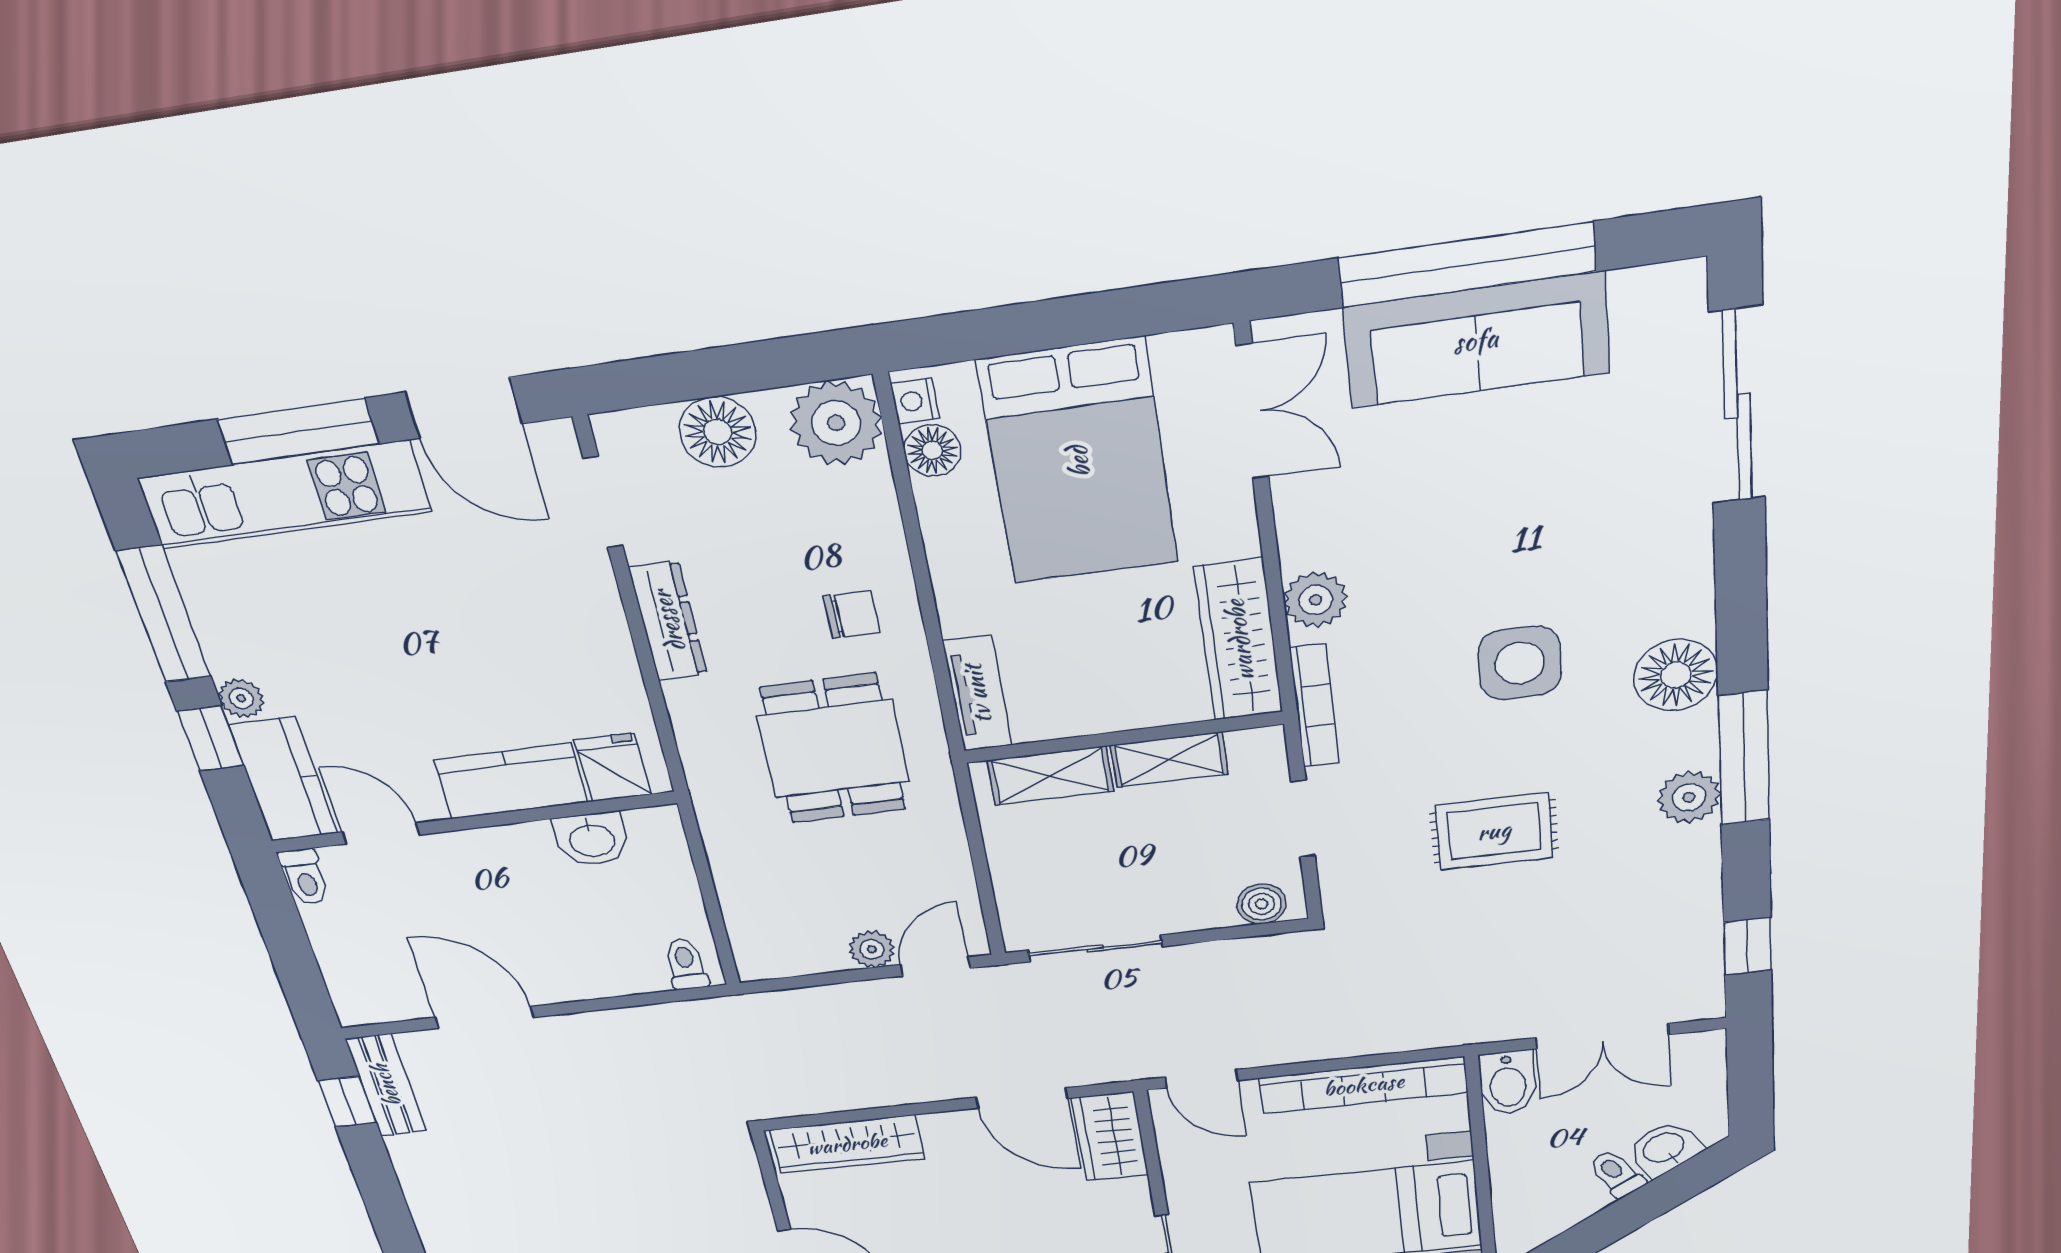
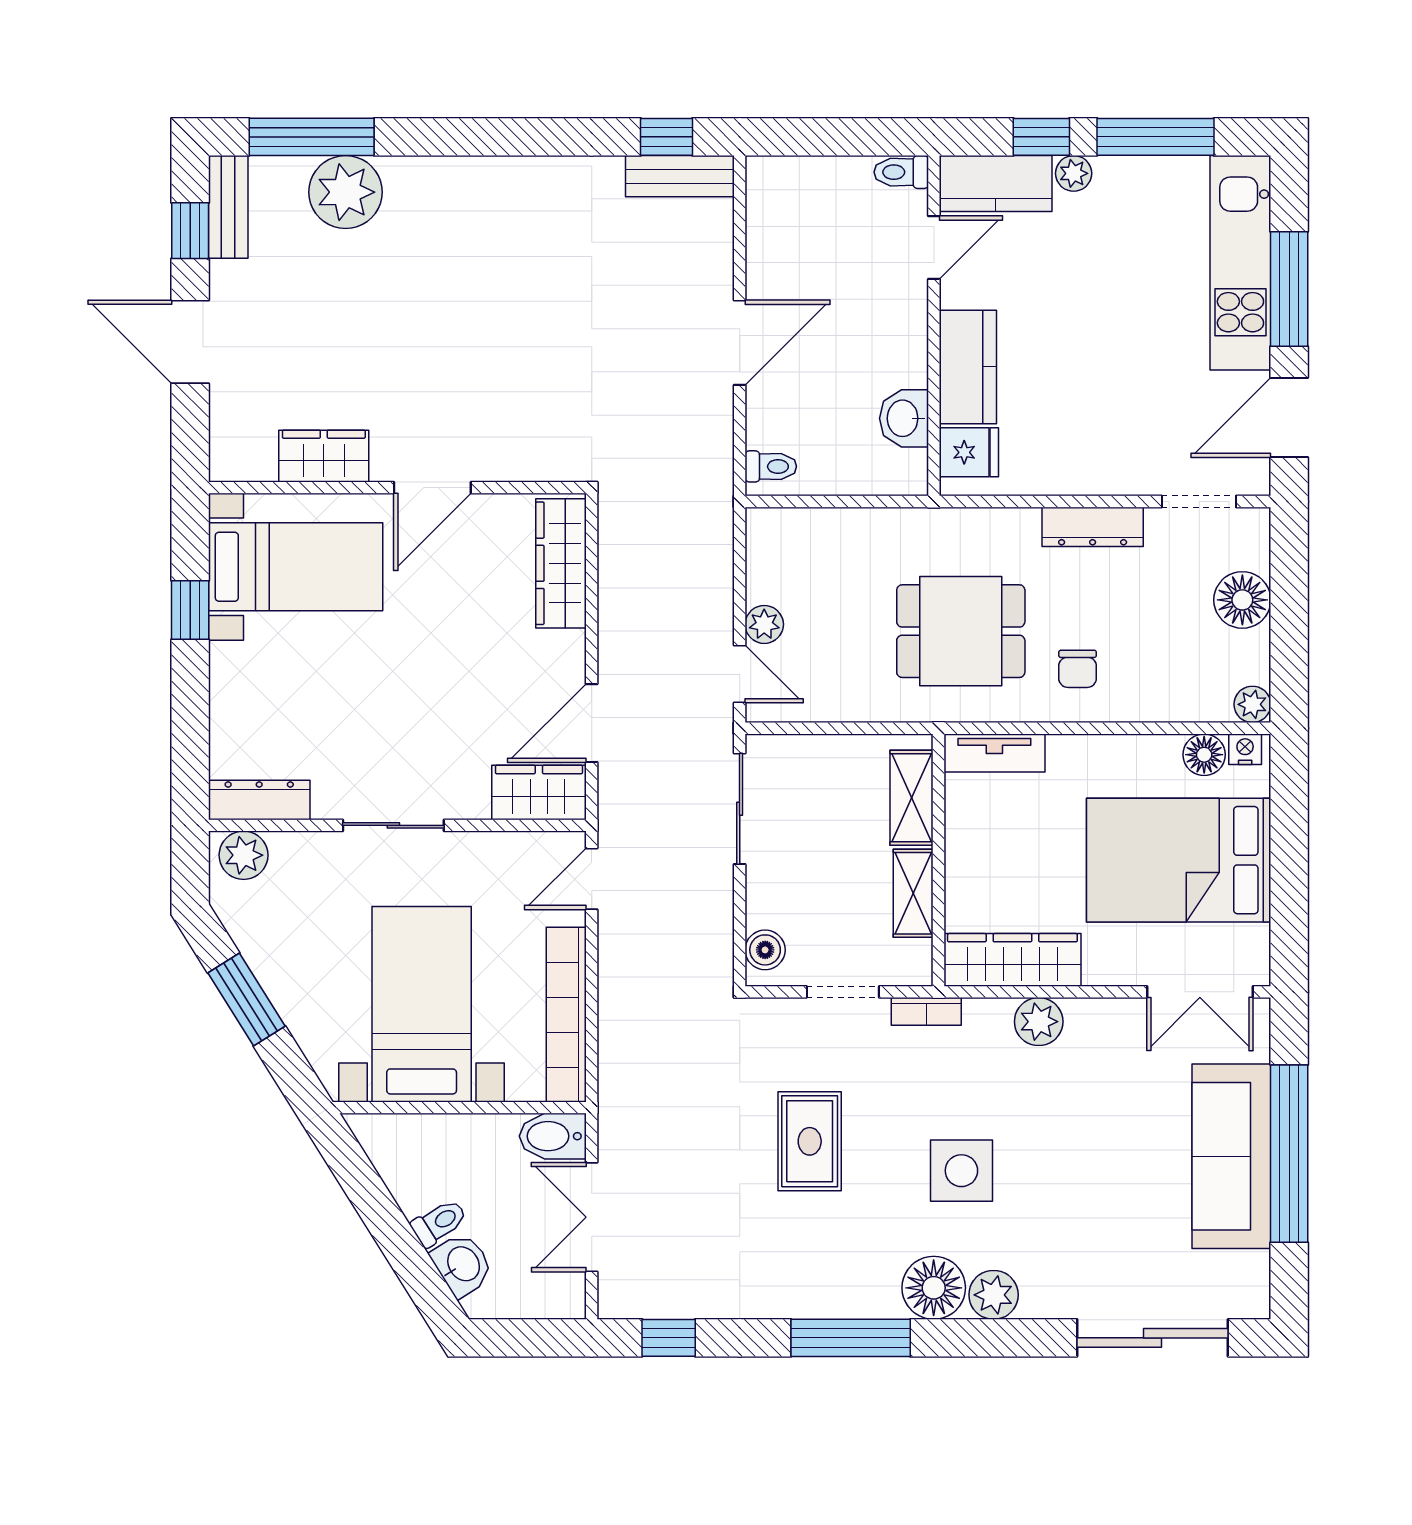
plant: (836, 423) -> (1252, 704), width x0.53, depth x0.53
bookcase: (1314, 706) -> (926, 1011), width x0.64
plant: (1689, 797) -> (994, 1295), moved
door: (484, 1017) -> (740, 343), moved

